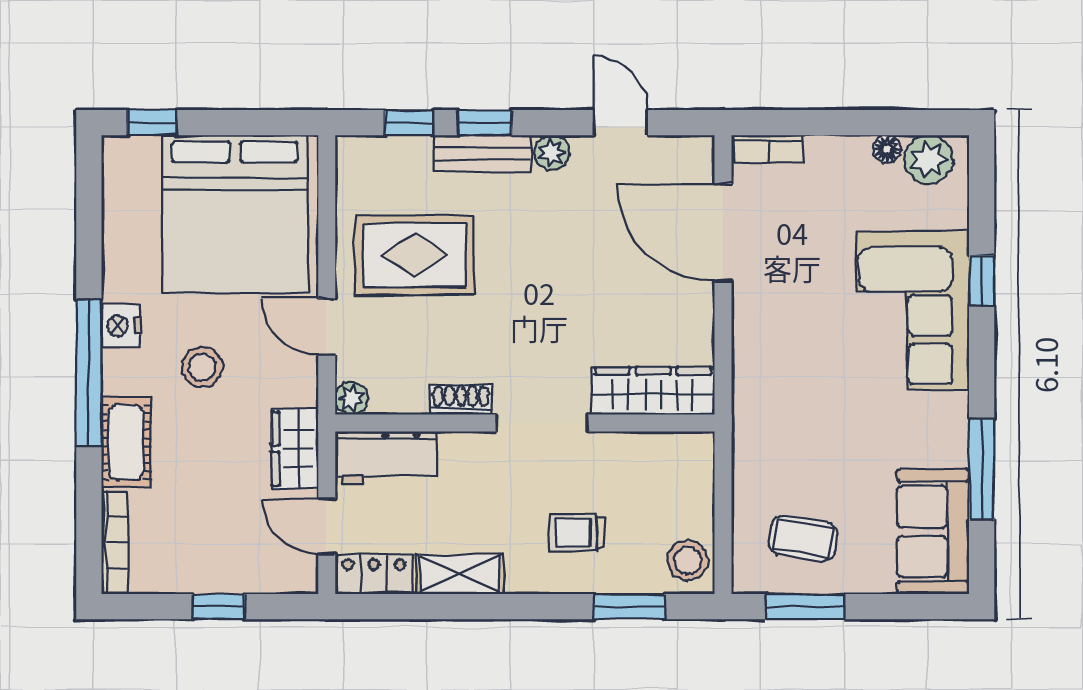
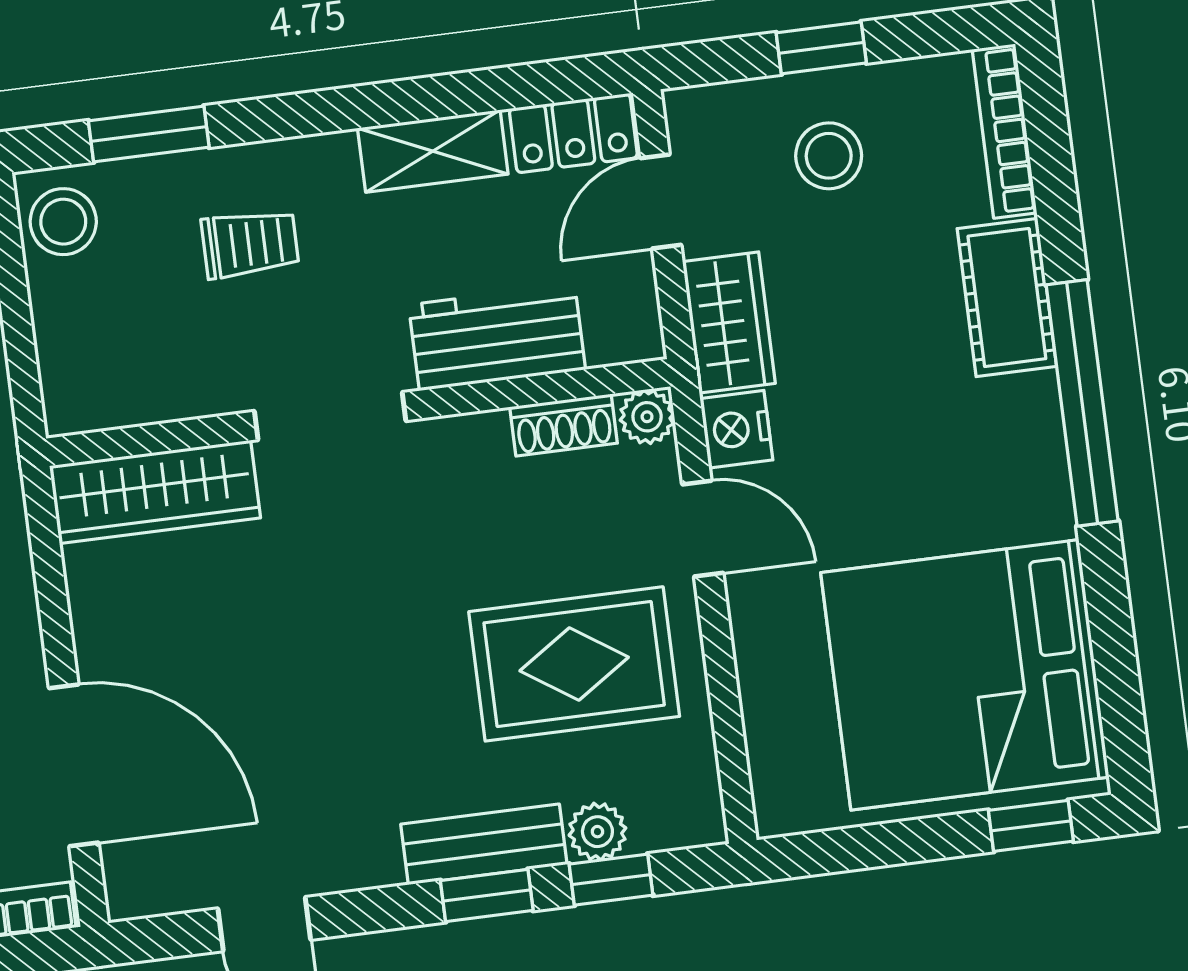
plant: (552, 153) -> (597, 832), moved
bed: (235, 214) -> (965, 675), moved, turned -90
nightstand: (121, 326) -> (736, 429), moved, turned 180
stool: (202, 367) -> (829, 156), moved
shoe rack: (461, 400) -> (564, 425), moved
workbench: (386, 458) -> (497, 337), moved
door: (327, 526) -> (661, 202), swing flipped

